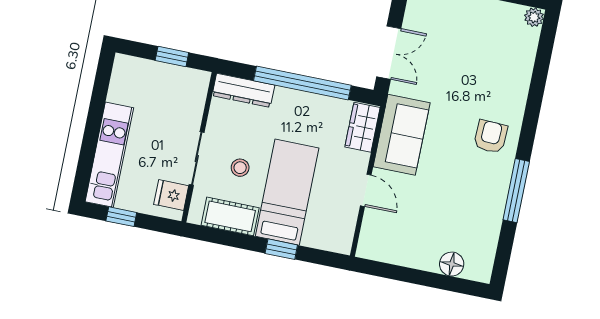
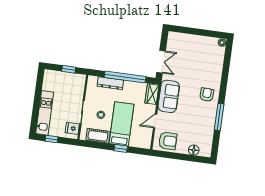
dresser: (243, 90) -> (110, 83), moved
door: (366, 190) -> (155, 121), swing flipped
armchair: (393, 239) -> (168, 141), added

